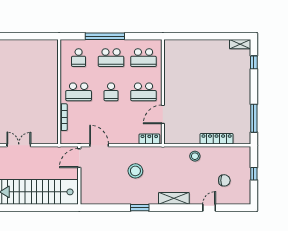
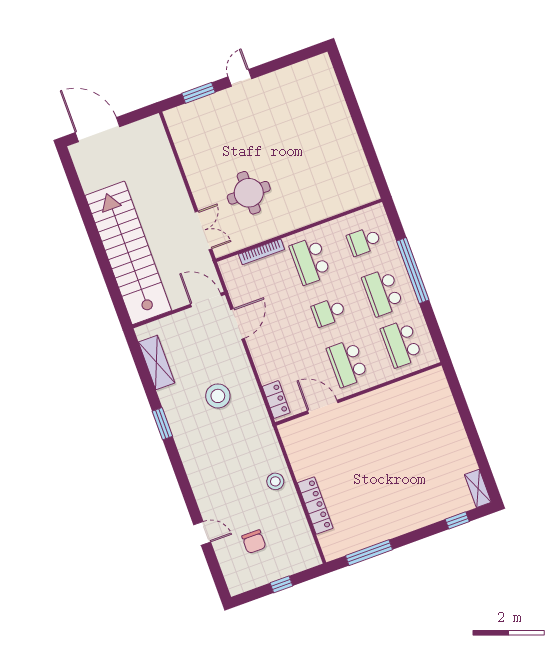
round table: (28, 112) -> (249, 193), added
double door: (19, 145) -> (203, 230), moved
shelving: (174, 198) -> (157, 362), moved

